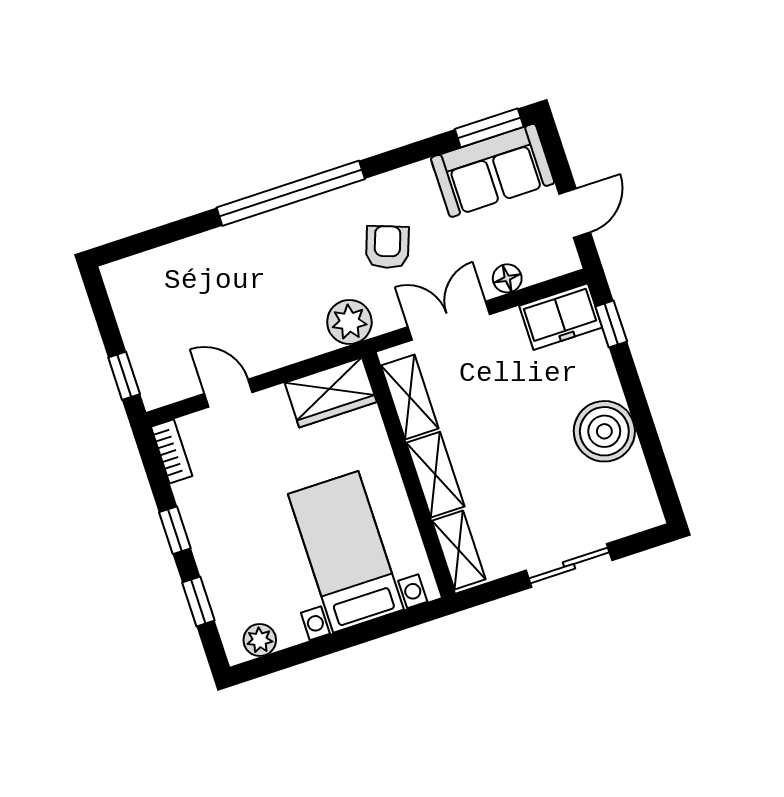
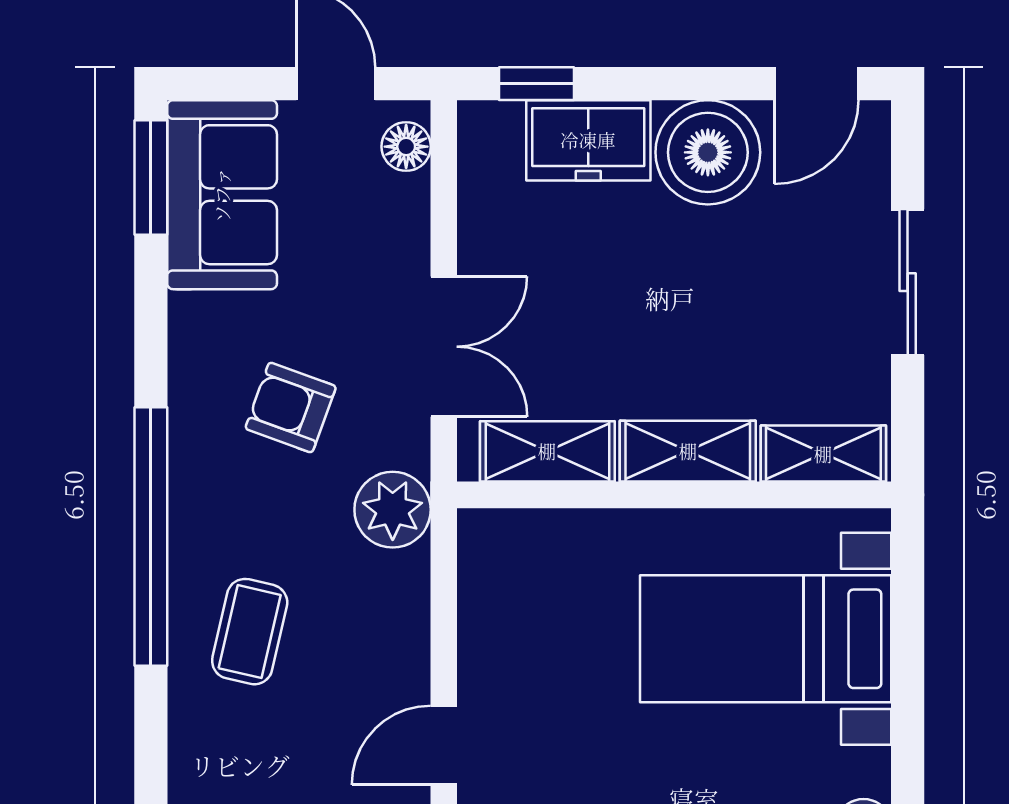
coffee table: (256, 265) -> (250, 632), added
floor lamp: (507, 278) -> (406, 147), moved
freezer: (561, 317) -> (588, 140), moved, turned 90
double door: (449, 321) -> (444, 347), swing flipped
wardrobe: (331, 392) -> (498, 578), removed
door: (662, 479) -> (816, 84), added

